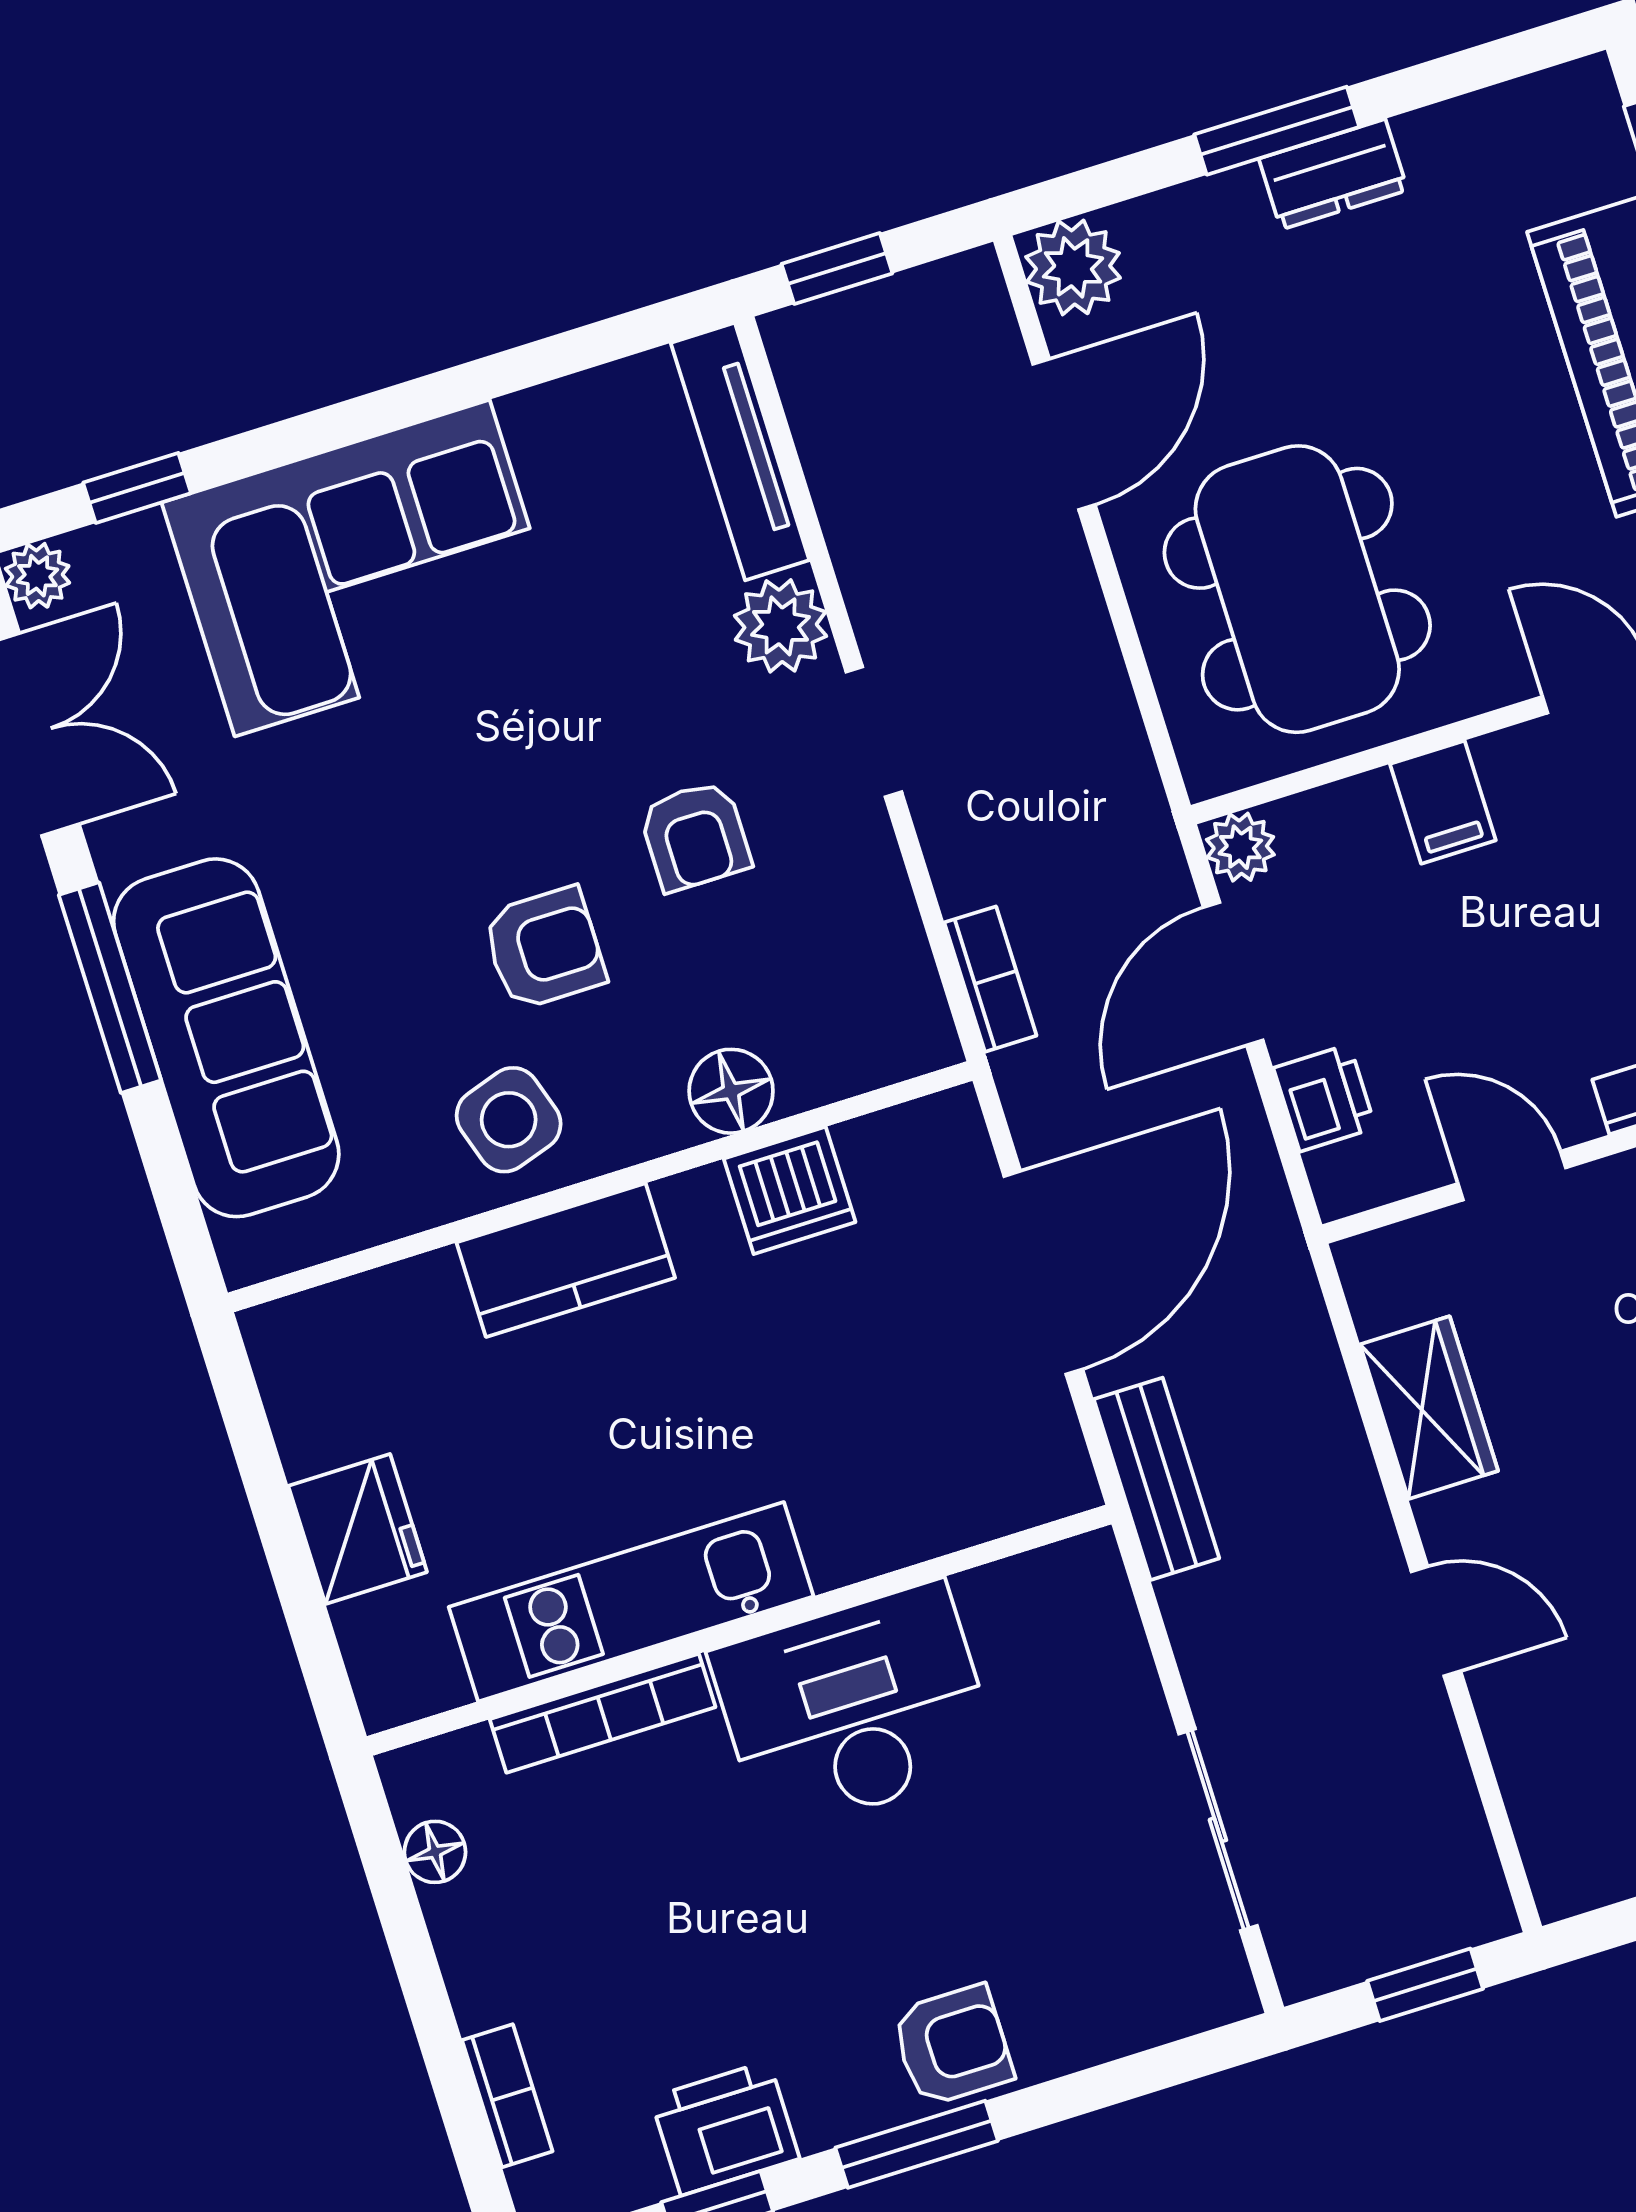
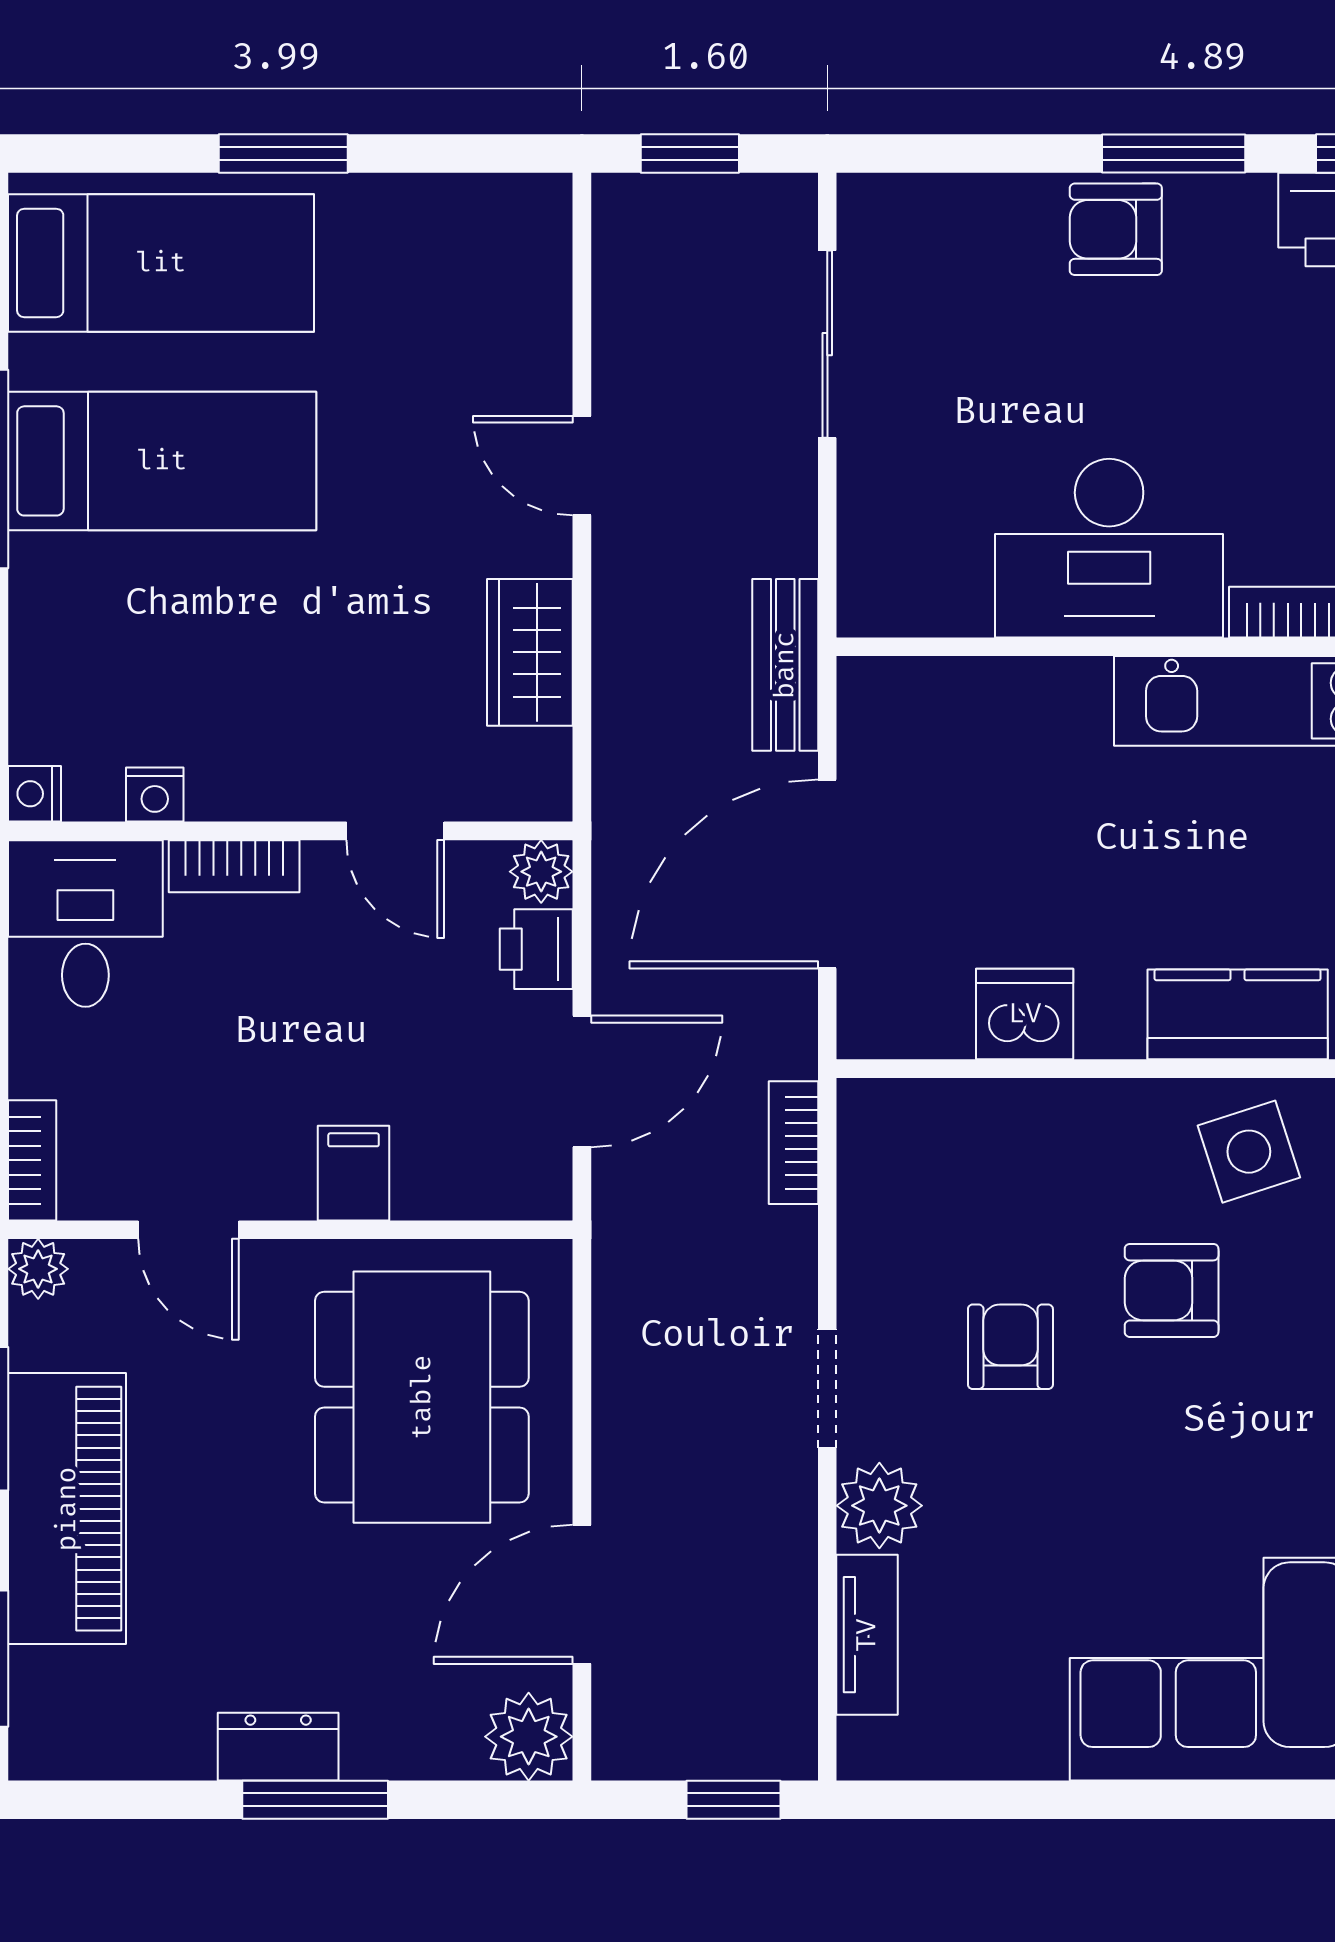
tv unit: (740, 452) -> (867, 1635), width x0.71
plant: (1240, 847) -> (541, 872), moved
floor lamp: (731, 1091) -> (1048, 1116), removed

